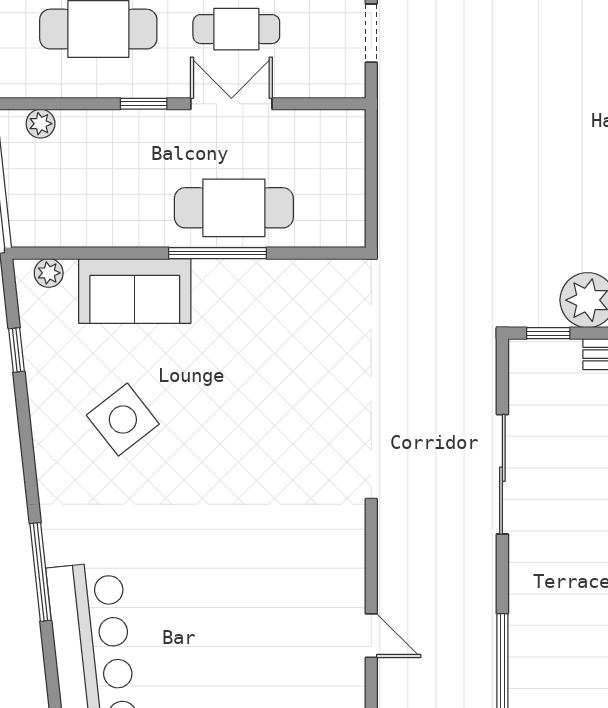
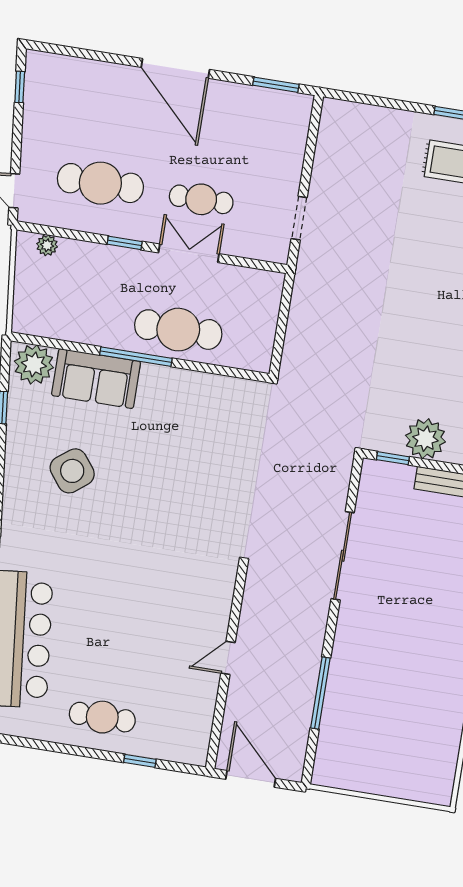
window: (217, 253) -> (136, 357), moved
plant: (49, 273) -> (34, 364), width x1.87, depth x1.87
door: (371, 636) -> (228, 658), swing flipped

